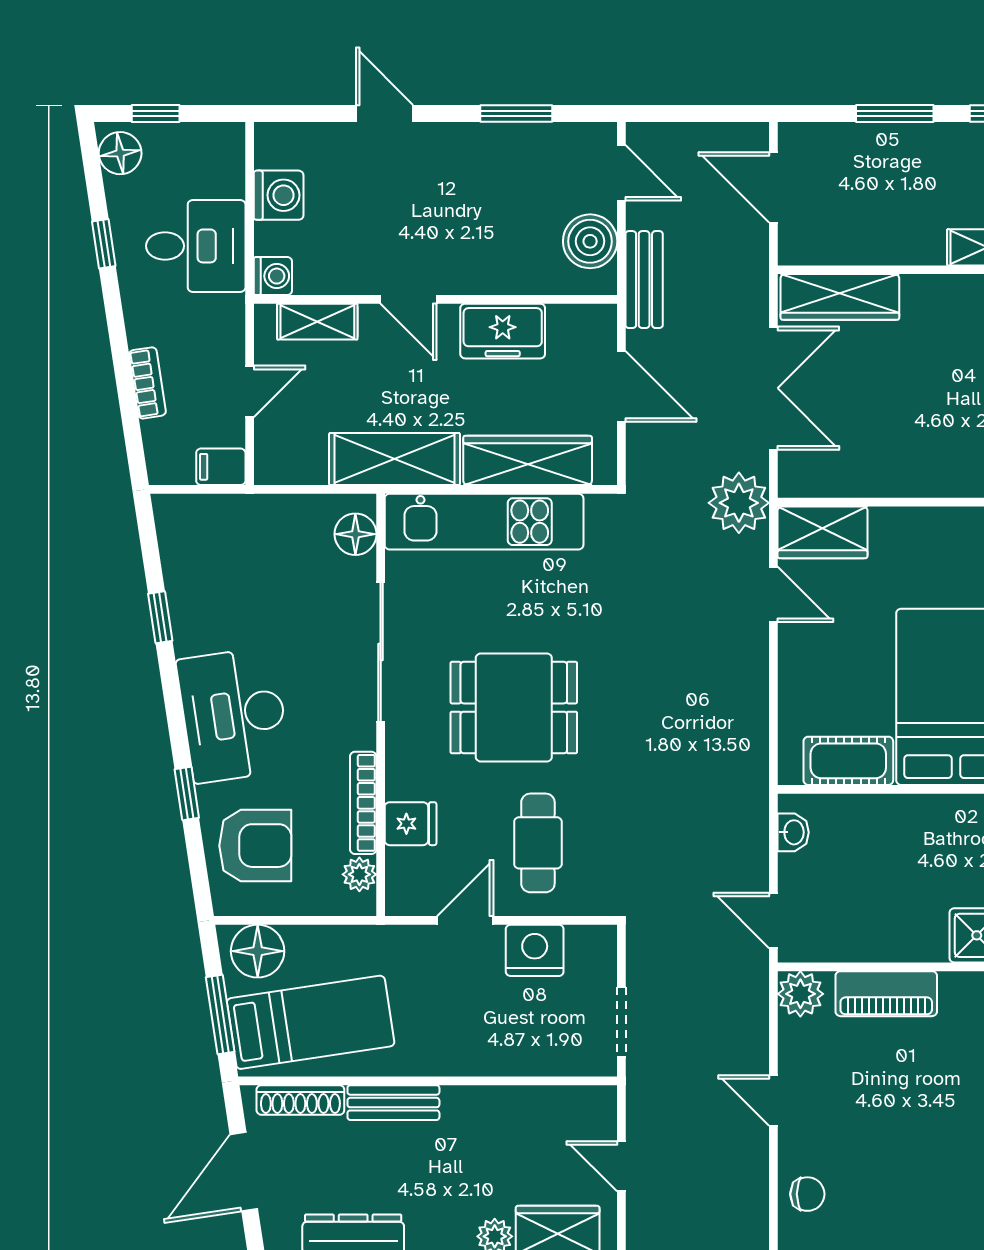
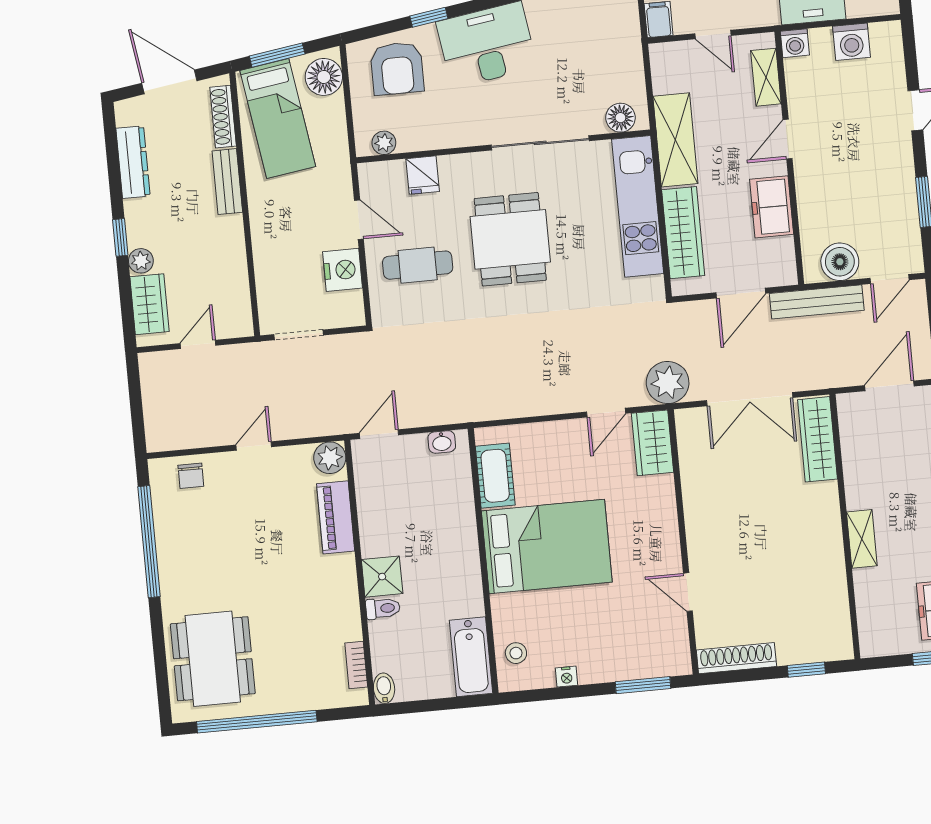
bench: (644, 280) -> (817, 302), width x1.36
bookcase: (363, 803) -> (434, 141), removed

